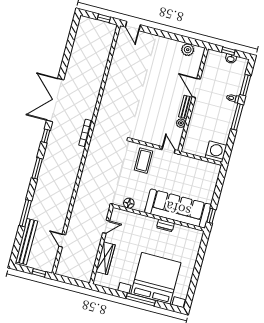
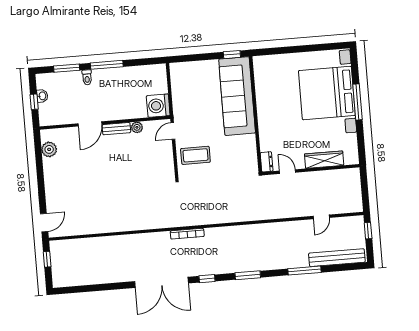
washing machine: (216, 152) -> (158, 106), moved
floor lamp: (129, 203) -> (251, 155), removed
dresser: (165, 225) -> (267, 162), moved

